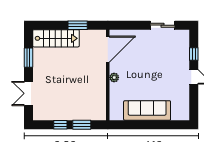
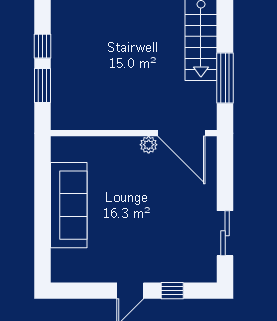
window: (78, 25) -> (225, 78), width x1.44
plant: (114, 77) -> (149, 145), moved

